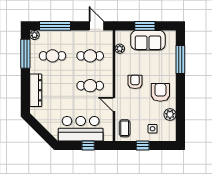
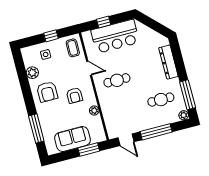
window: (55, 26) -> (156, 132), moved
window: (145, 26) -> (89, 149), moved
plant: (120, 49) -> (94, 110), moved
cafe table: (90, 56) -> (124, 109), removed

